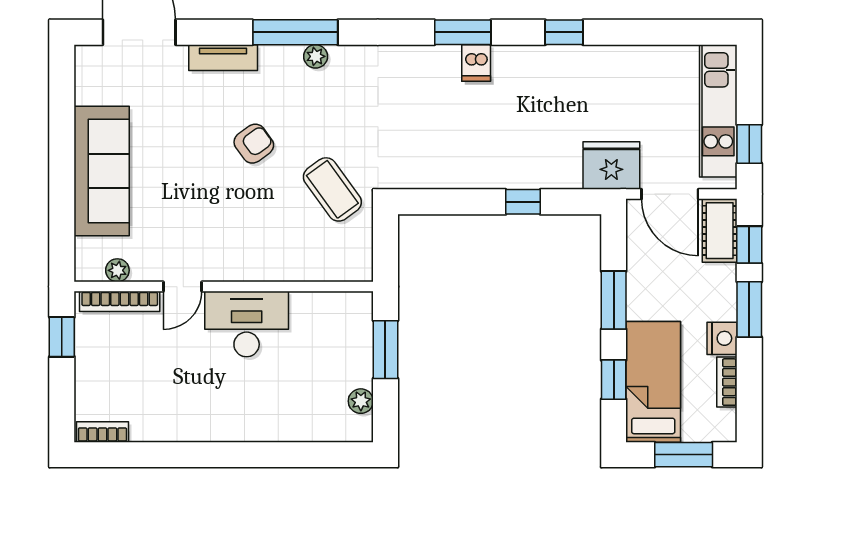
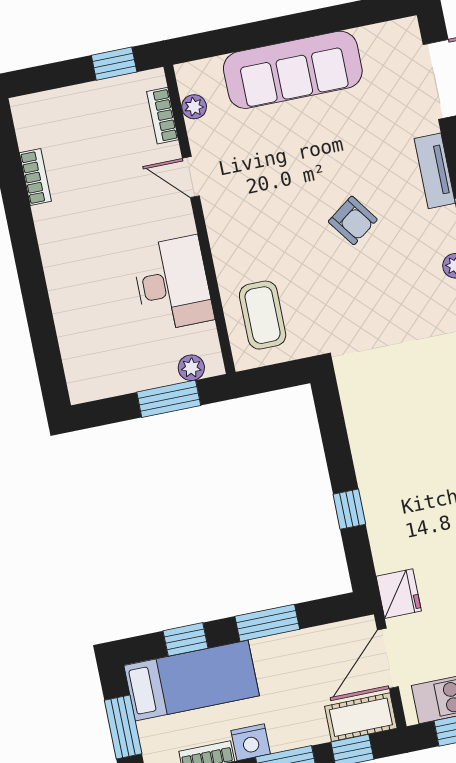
fridge: (611, 166) -> (399, 594), width x0.73, depth x0.75
coffee table: (332, 189) -> (263, 315), moved, turned -54
bookcase: (120, 301) -> (163, 116), width x0.64
desk: (247, 324) -> (173, 284), moved
plant: (361, 401) -> (191, 368), moved
bookcase: (102, 432) -> (35, 177), moved

